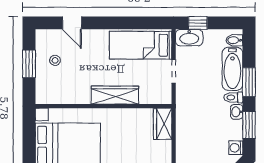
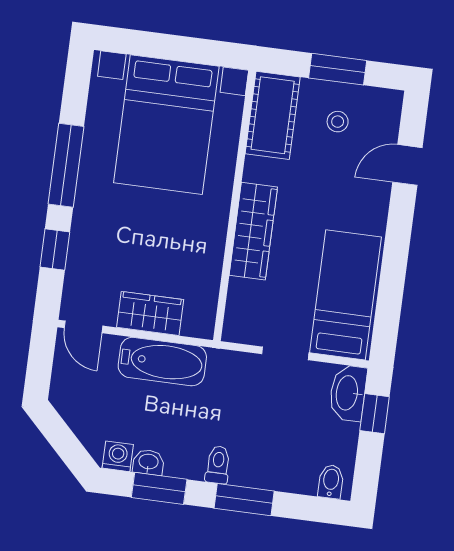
bathtub: (232, 69) -> (162, 362), moved, turned 180
cot: (56, 93) -> (273, 115), added
washbasin: (237, 112) -> (148, 462), moved
wardrobe: (163, 124) -> (150, 313), moved

